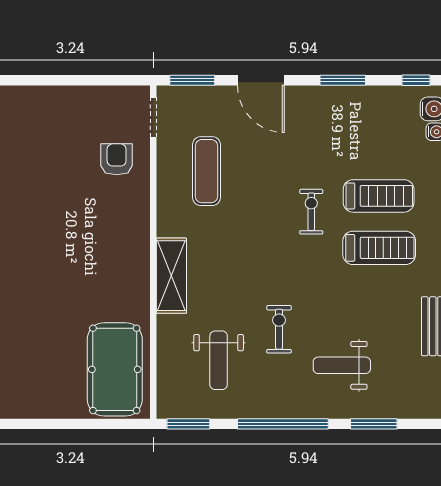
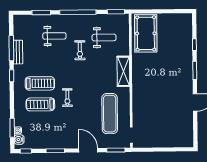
armchair: (117, 159) -> (146, 118), removed
exercise mat: (206, 171) -> (110, 114), width x1.36, depth x1.45
treadmill: (379, 248) -> (40, 83), turned 180
weight bench: (219, 360) -> (104, 37), turned 90

